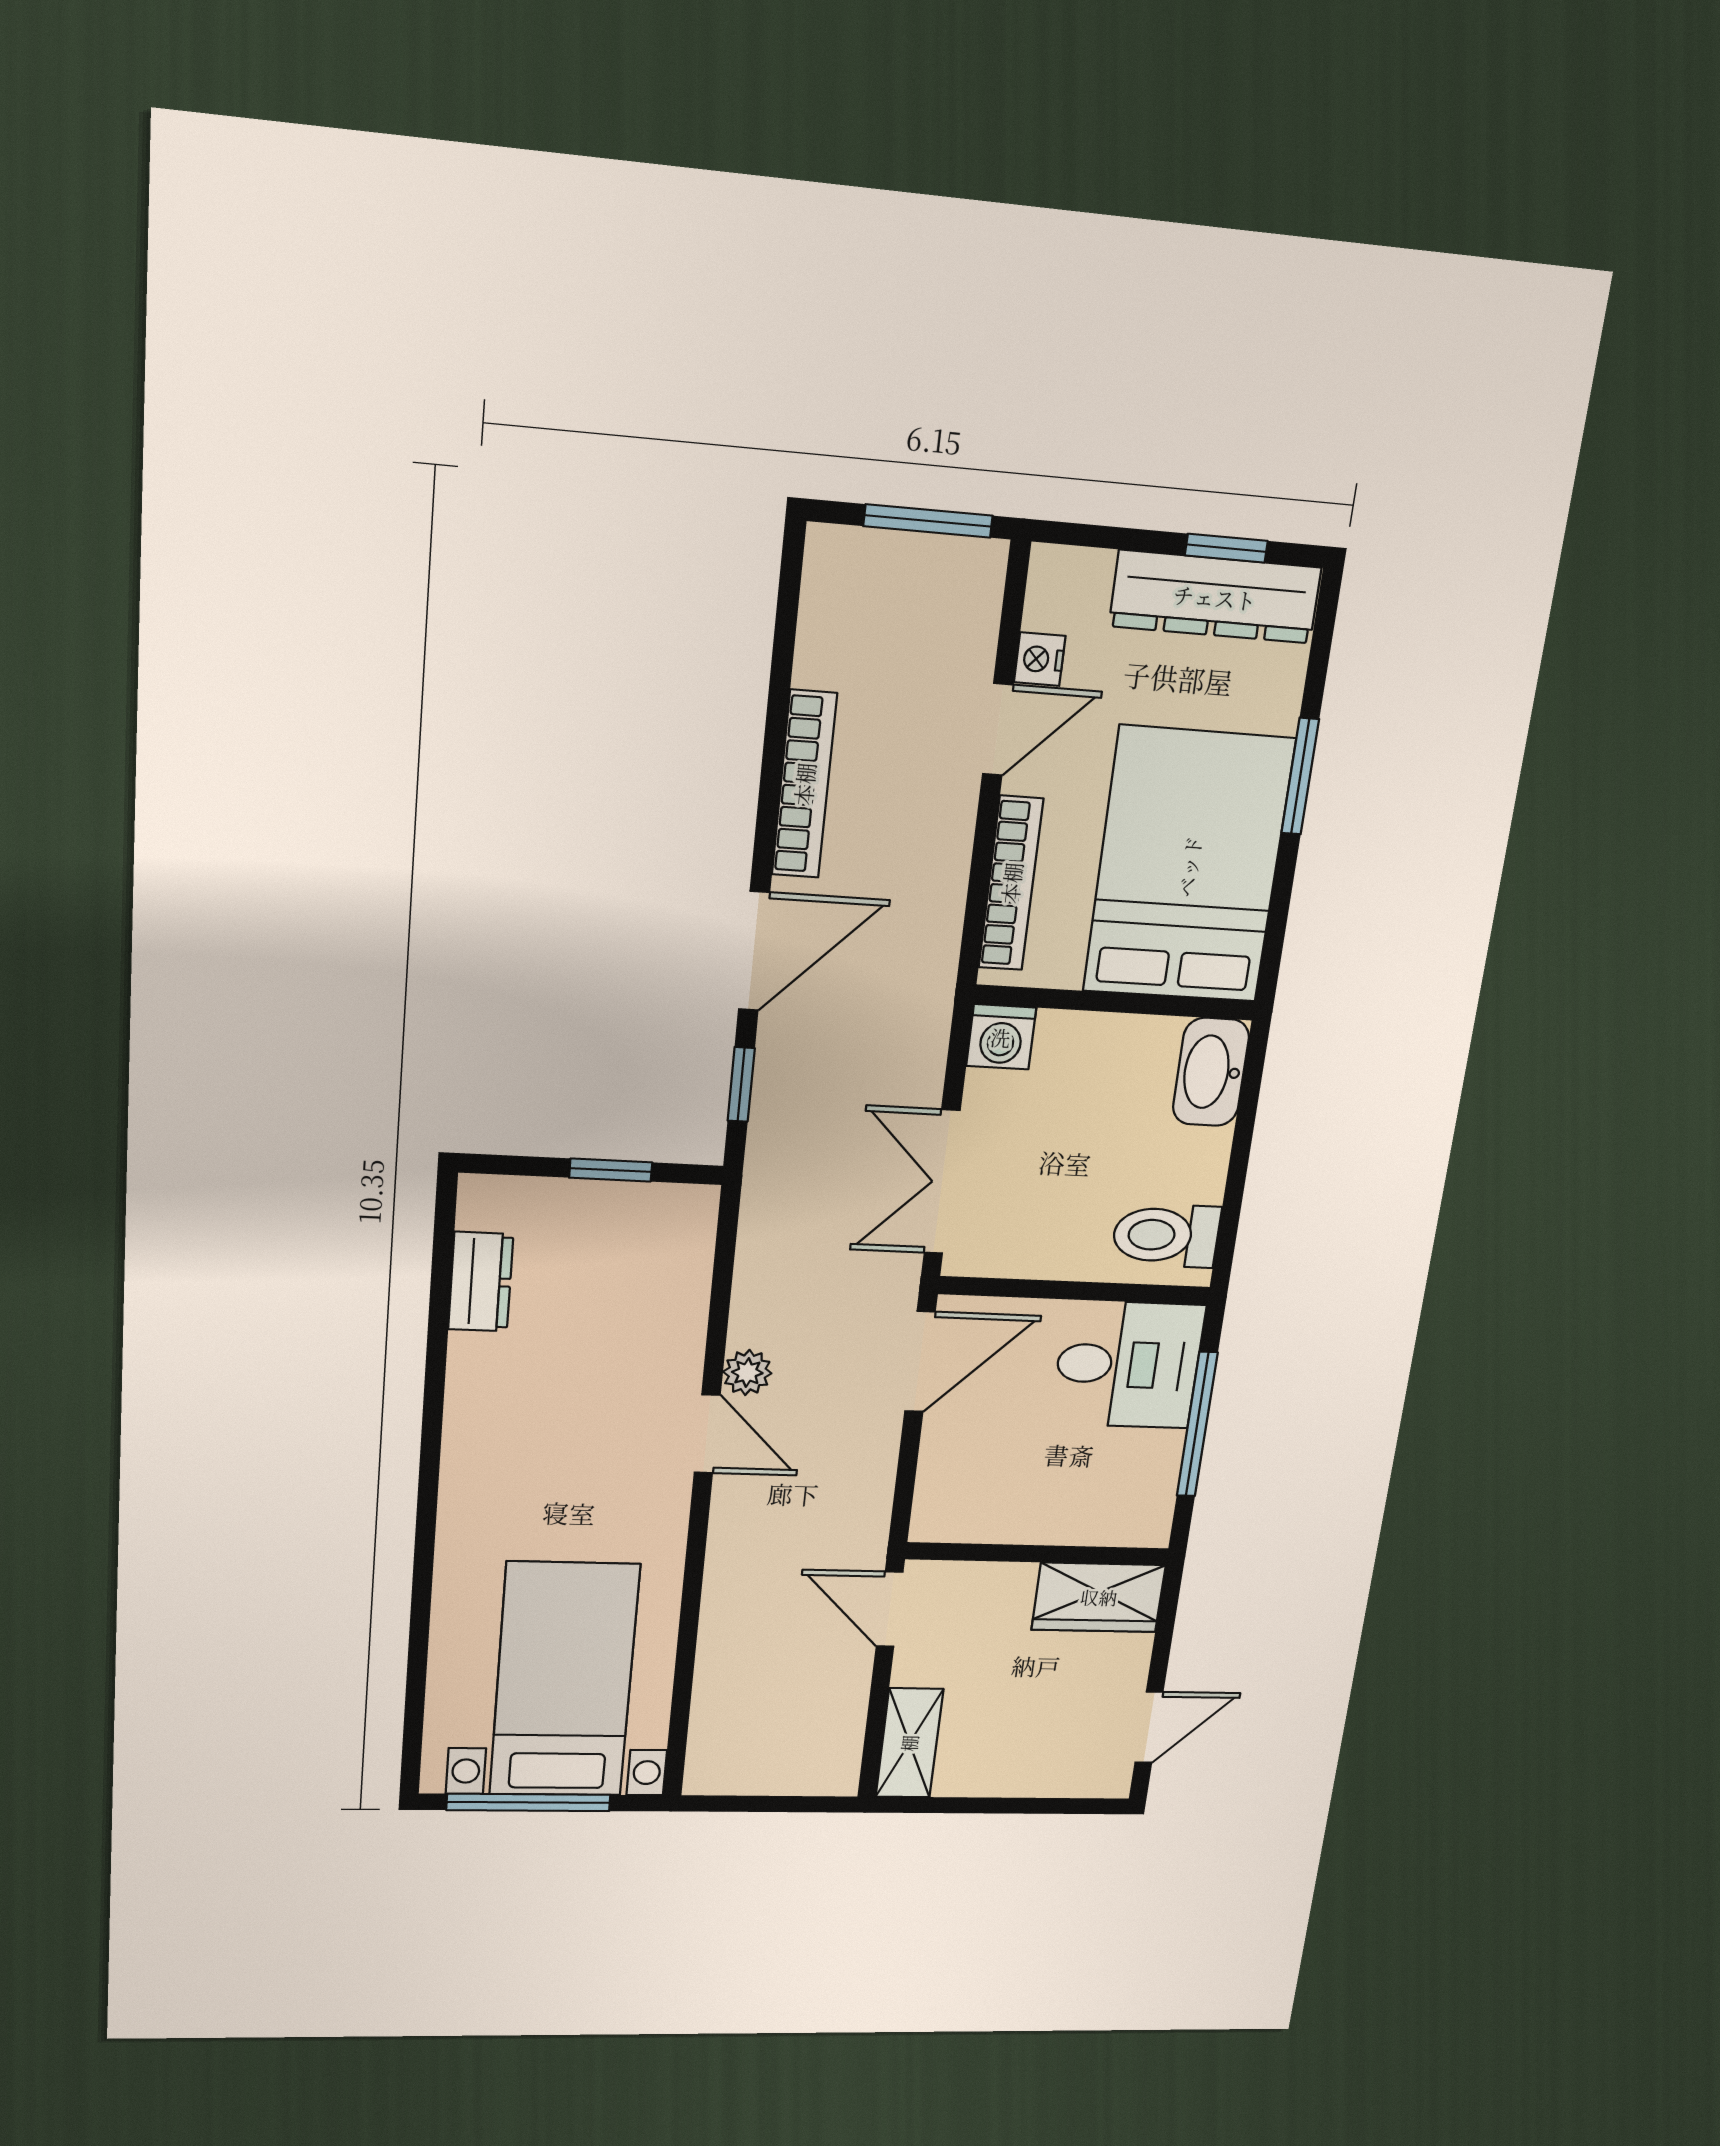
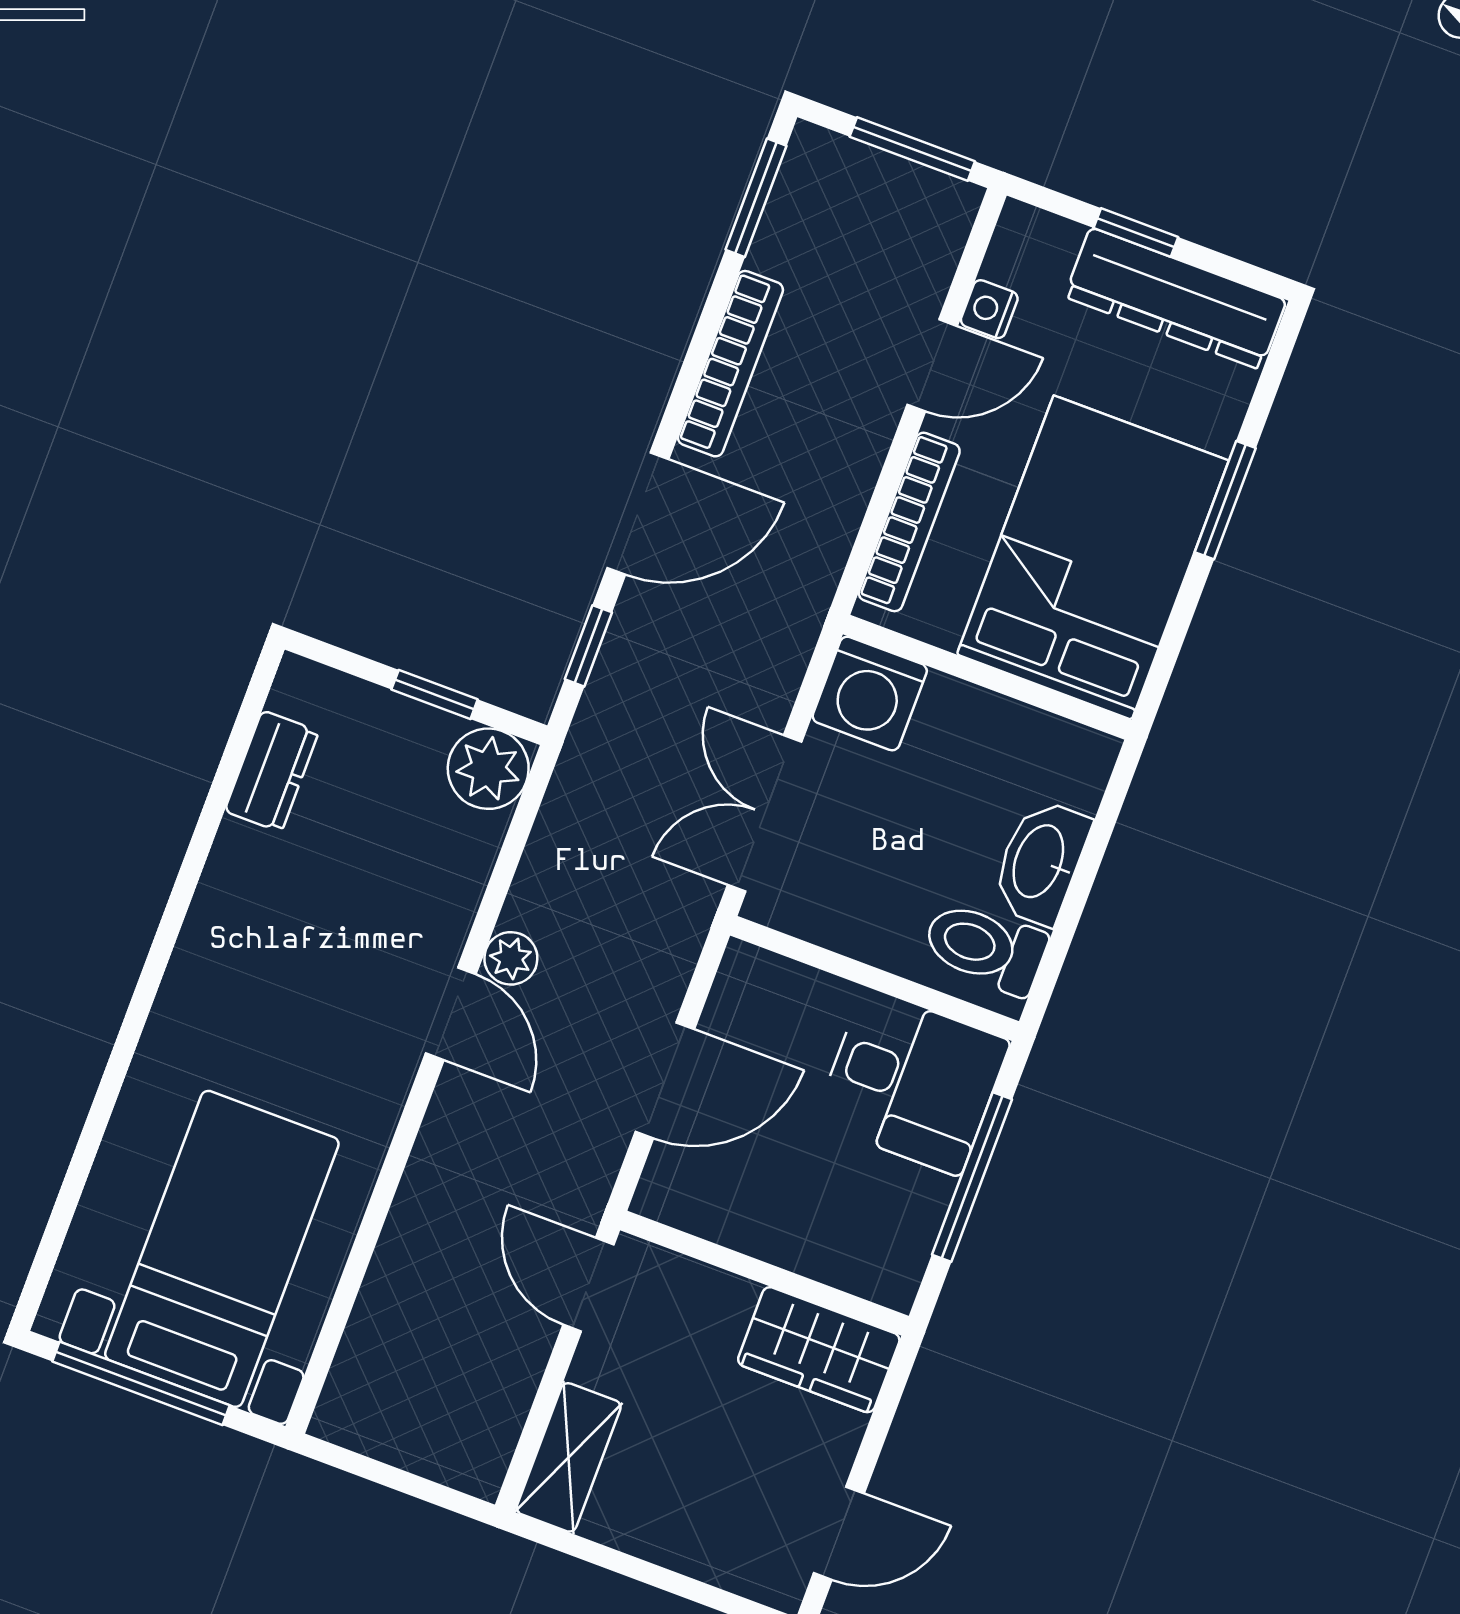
window: (1226, 548) -> (1136, 233), moved
window: (787, 615) -> (756, 198), added
washing machine: (1001, 1037) -> (870, 693), width x1.38, depth x1.38
washbasin: (1211, 1072) -> (1040, 862), moved
plant: (680, 1220) -> (488, 769), added
door: (920, 1362) -> (665, 1080), moved

